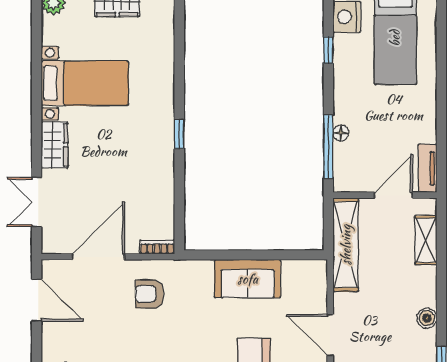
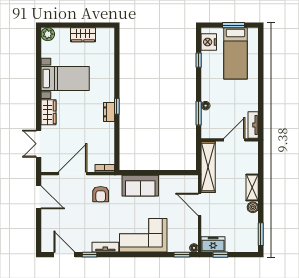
dresser: (165, 144) -> (109, 112), added
window: (328, 147) -> (199, 113), width x0.69
shelving: (426, 240) -> (252, 187), moved
sofa: (248, 279) -> (140, 186), moved
armchair: (150, 294) -> (101, 194), turned -90
door: (330, 335) -> (200, 204), moved

